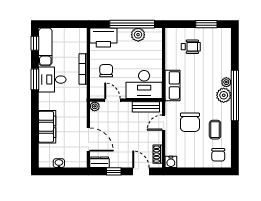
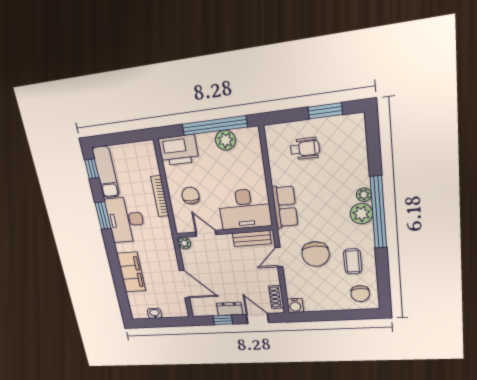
desk: (52, 80) -> (125, 220), width x1.37
dresser: (100, 162) -> (229, 309), moved

